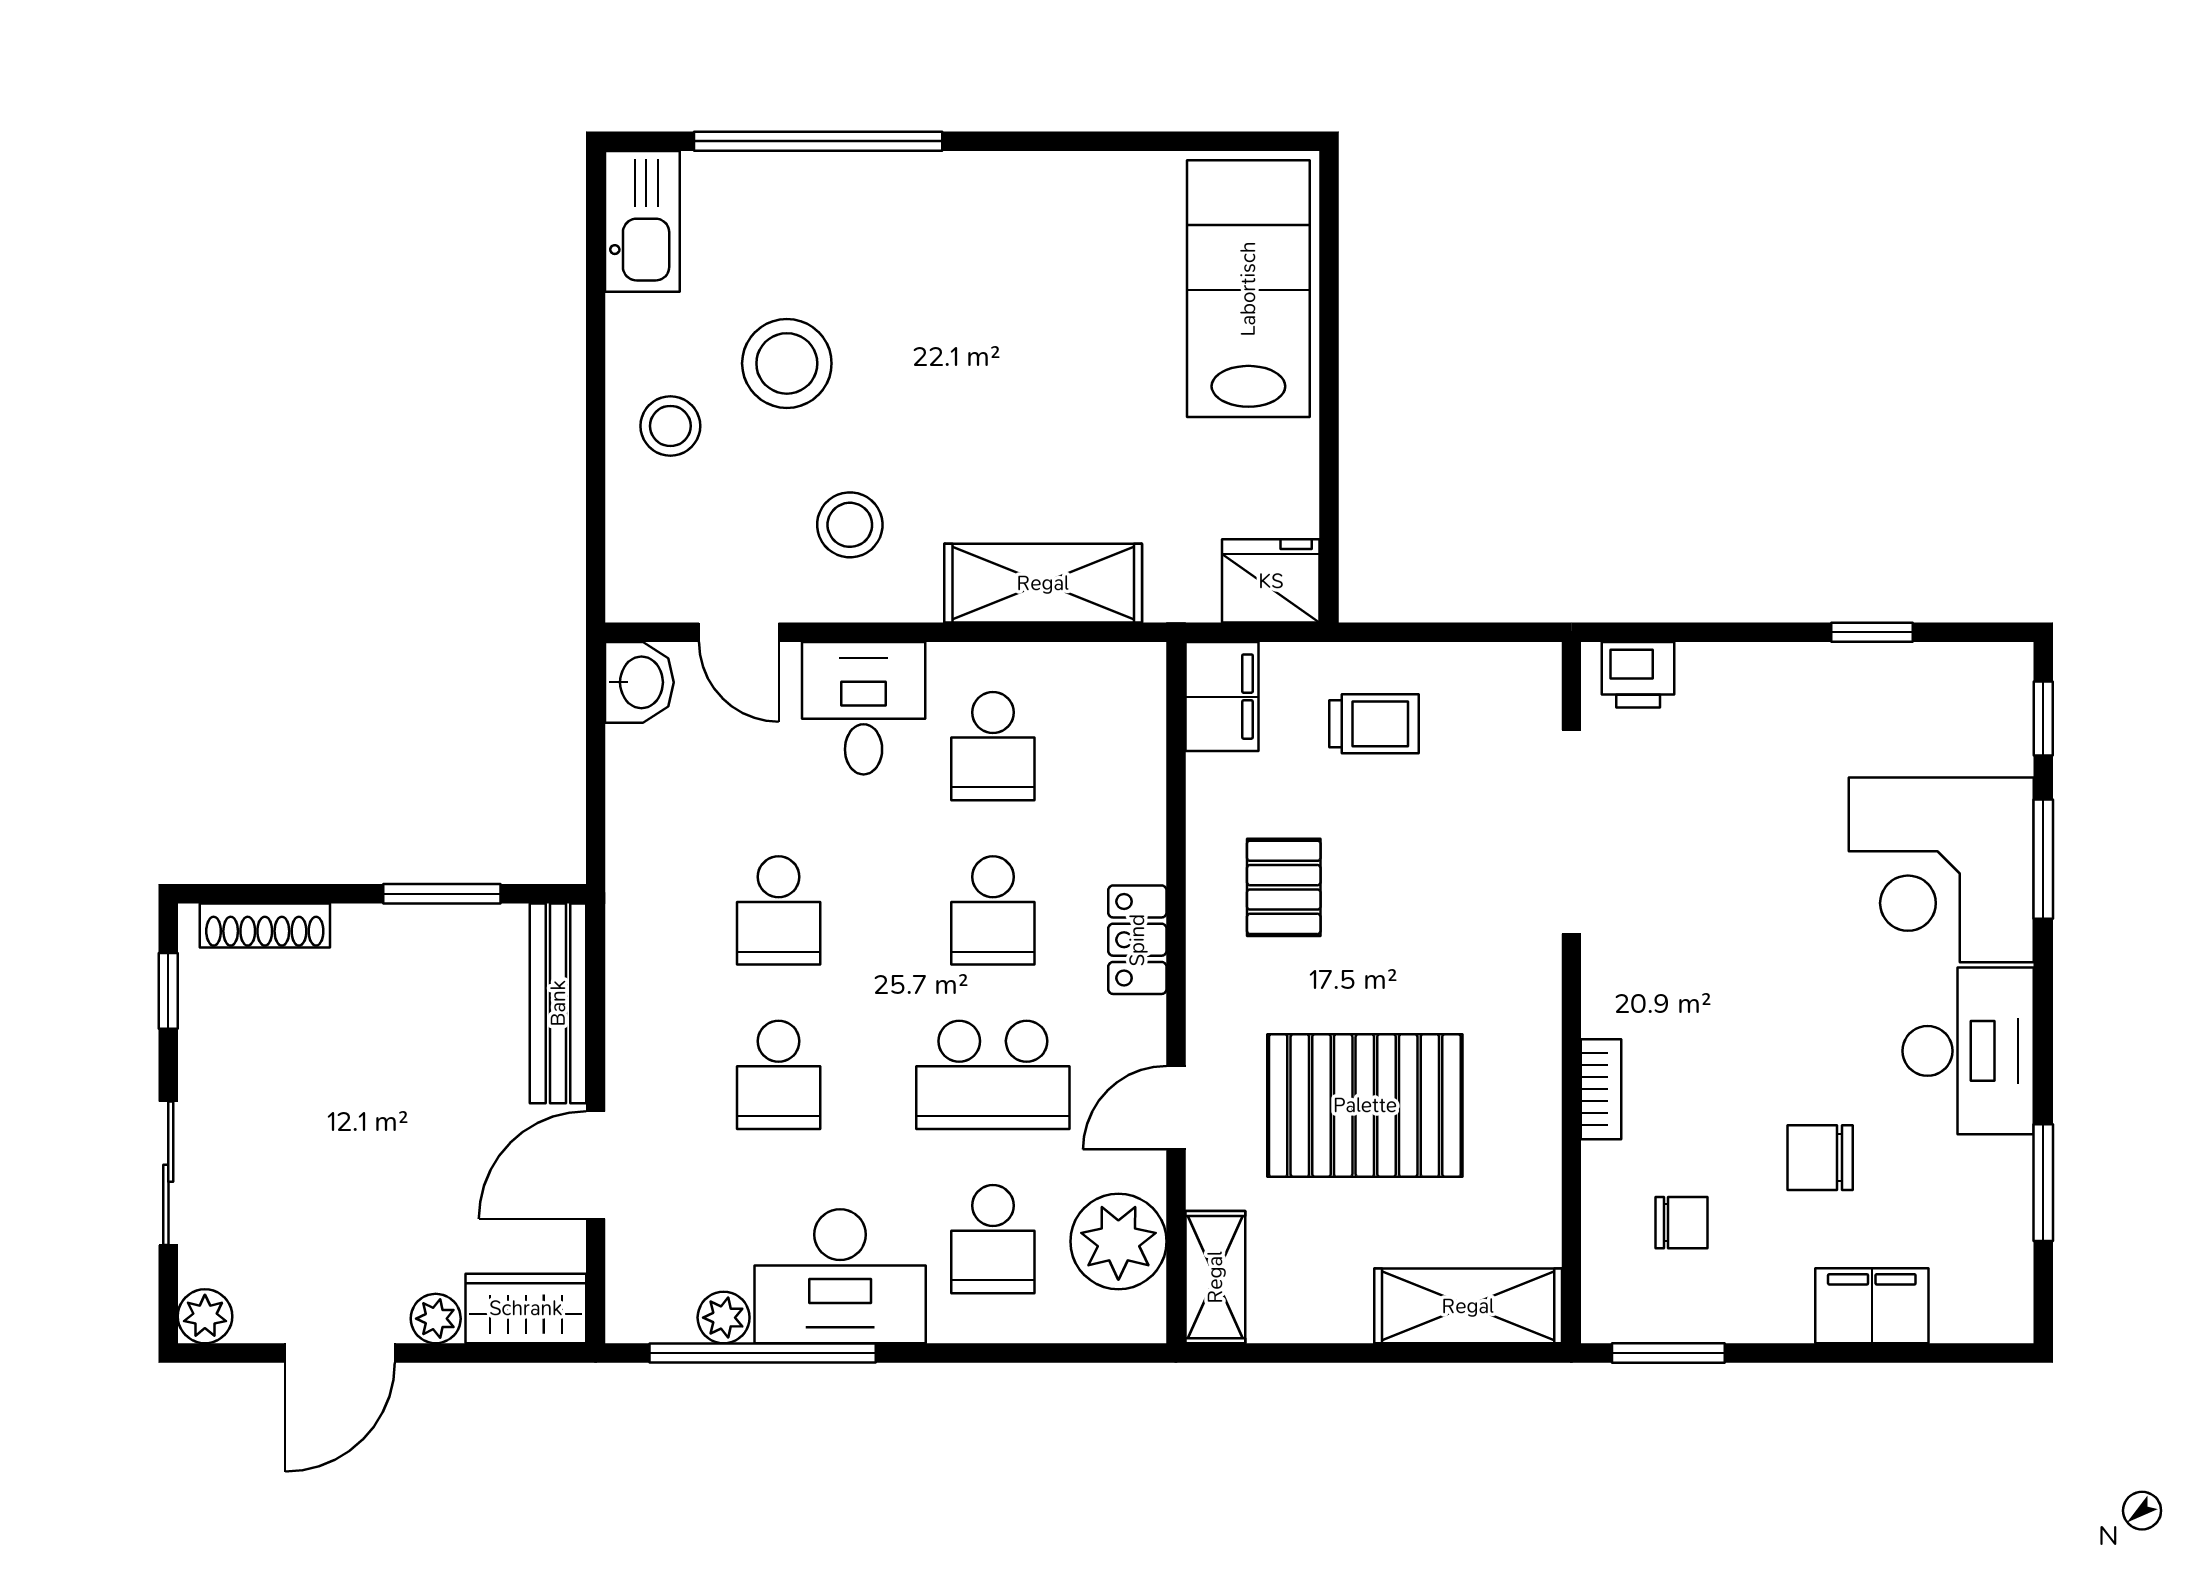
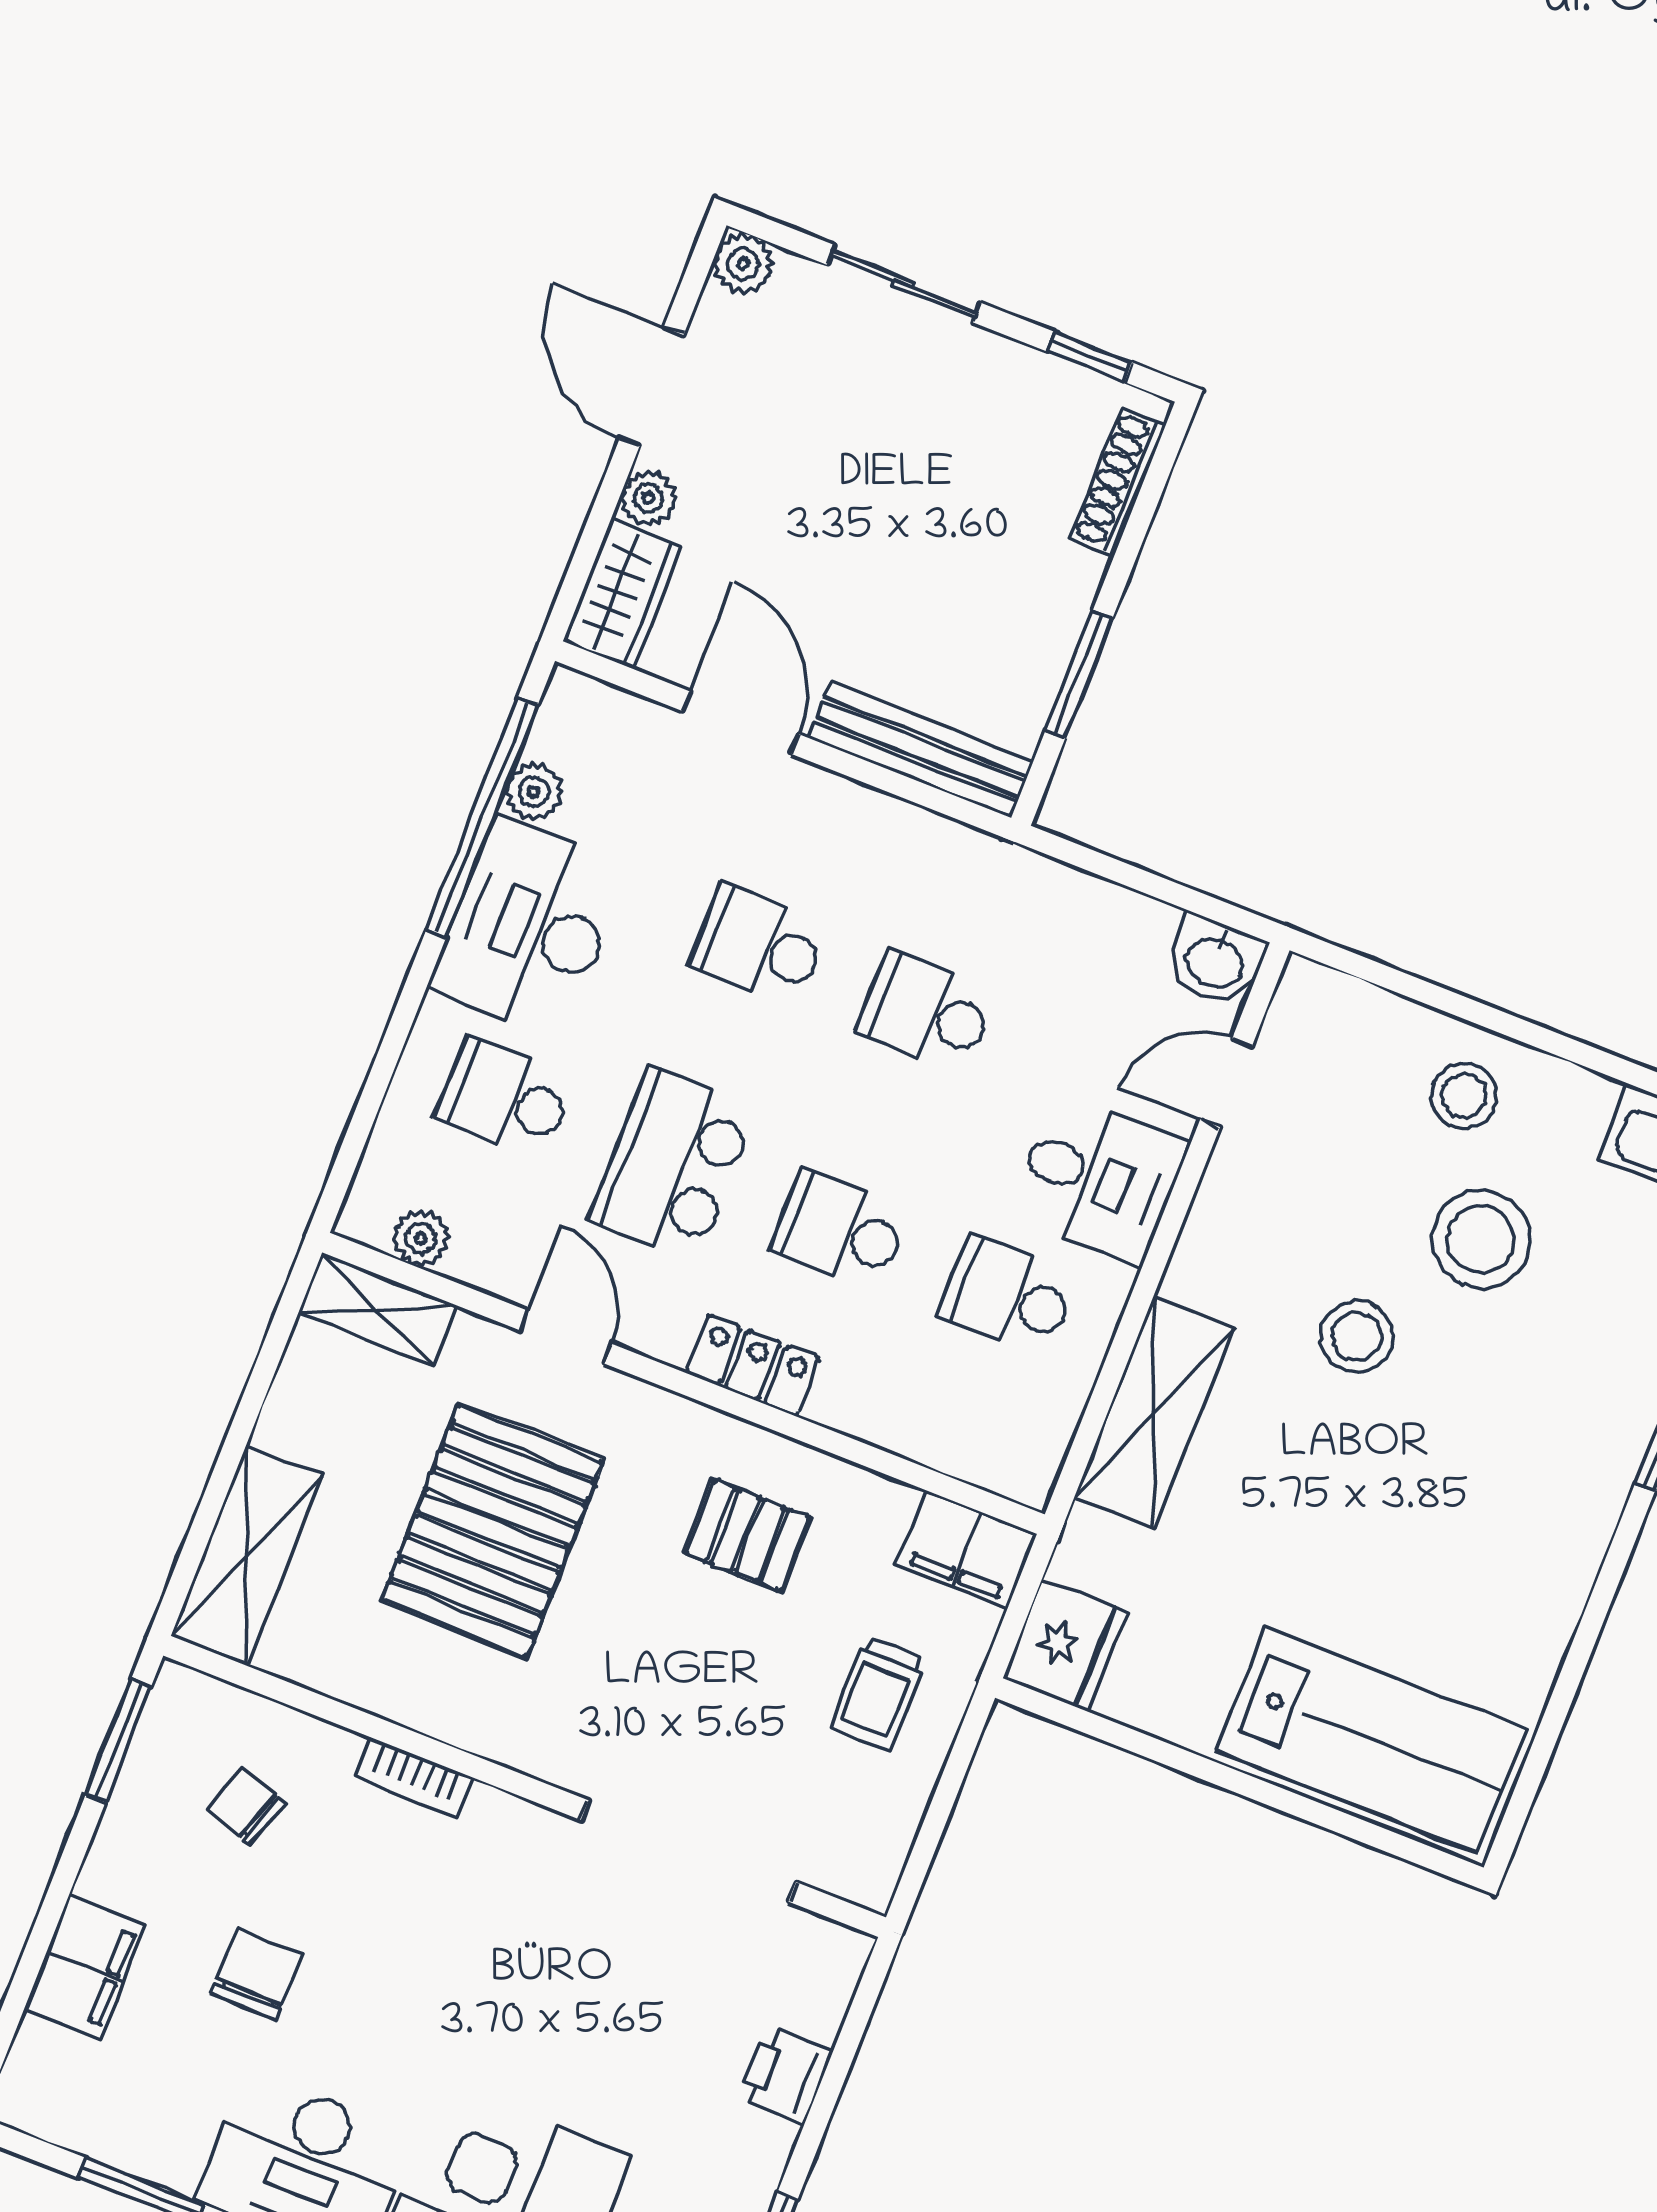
stool: (850, 525) -> (1357, 1337), moved
printer: (1638, 675) -> (785, 2075), moved
chair: (1681, 1223) -> (246, 1806), turned 109
plant: (1118, 1241) -> (421, 1239), width x0.53, depth x0.53

